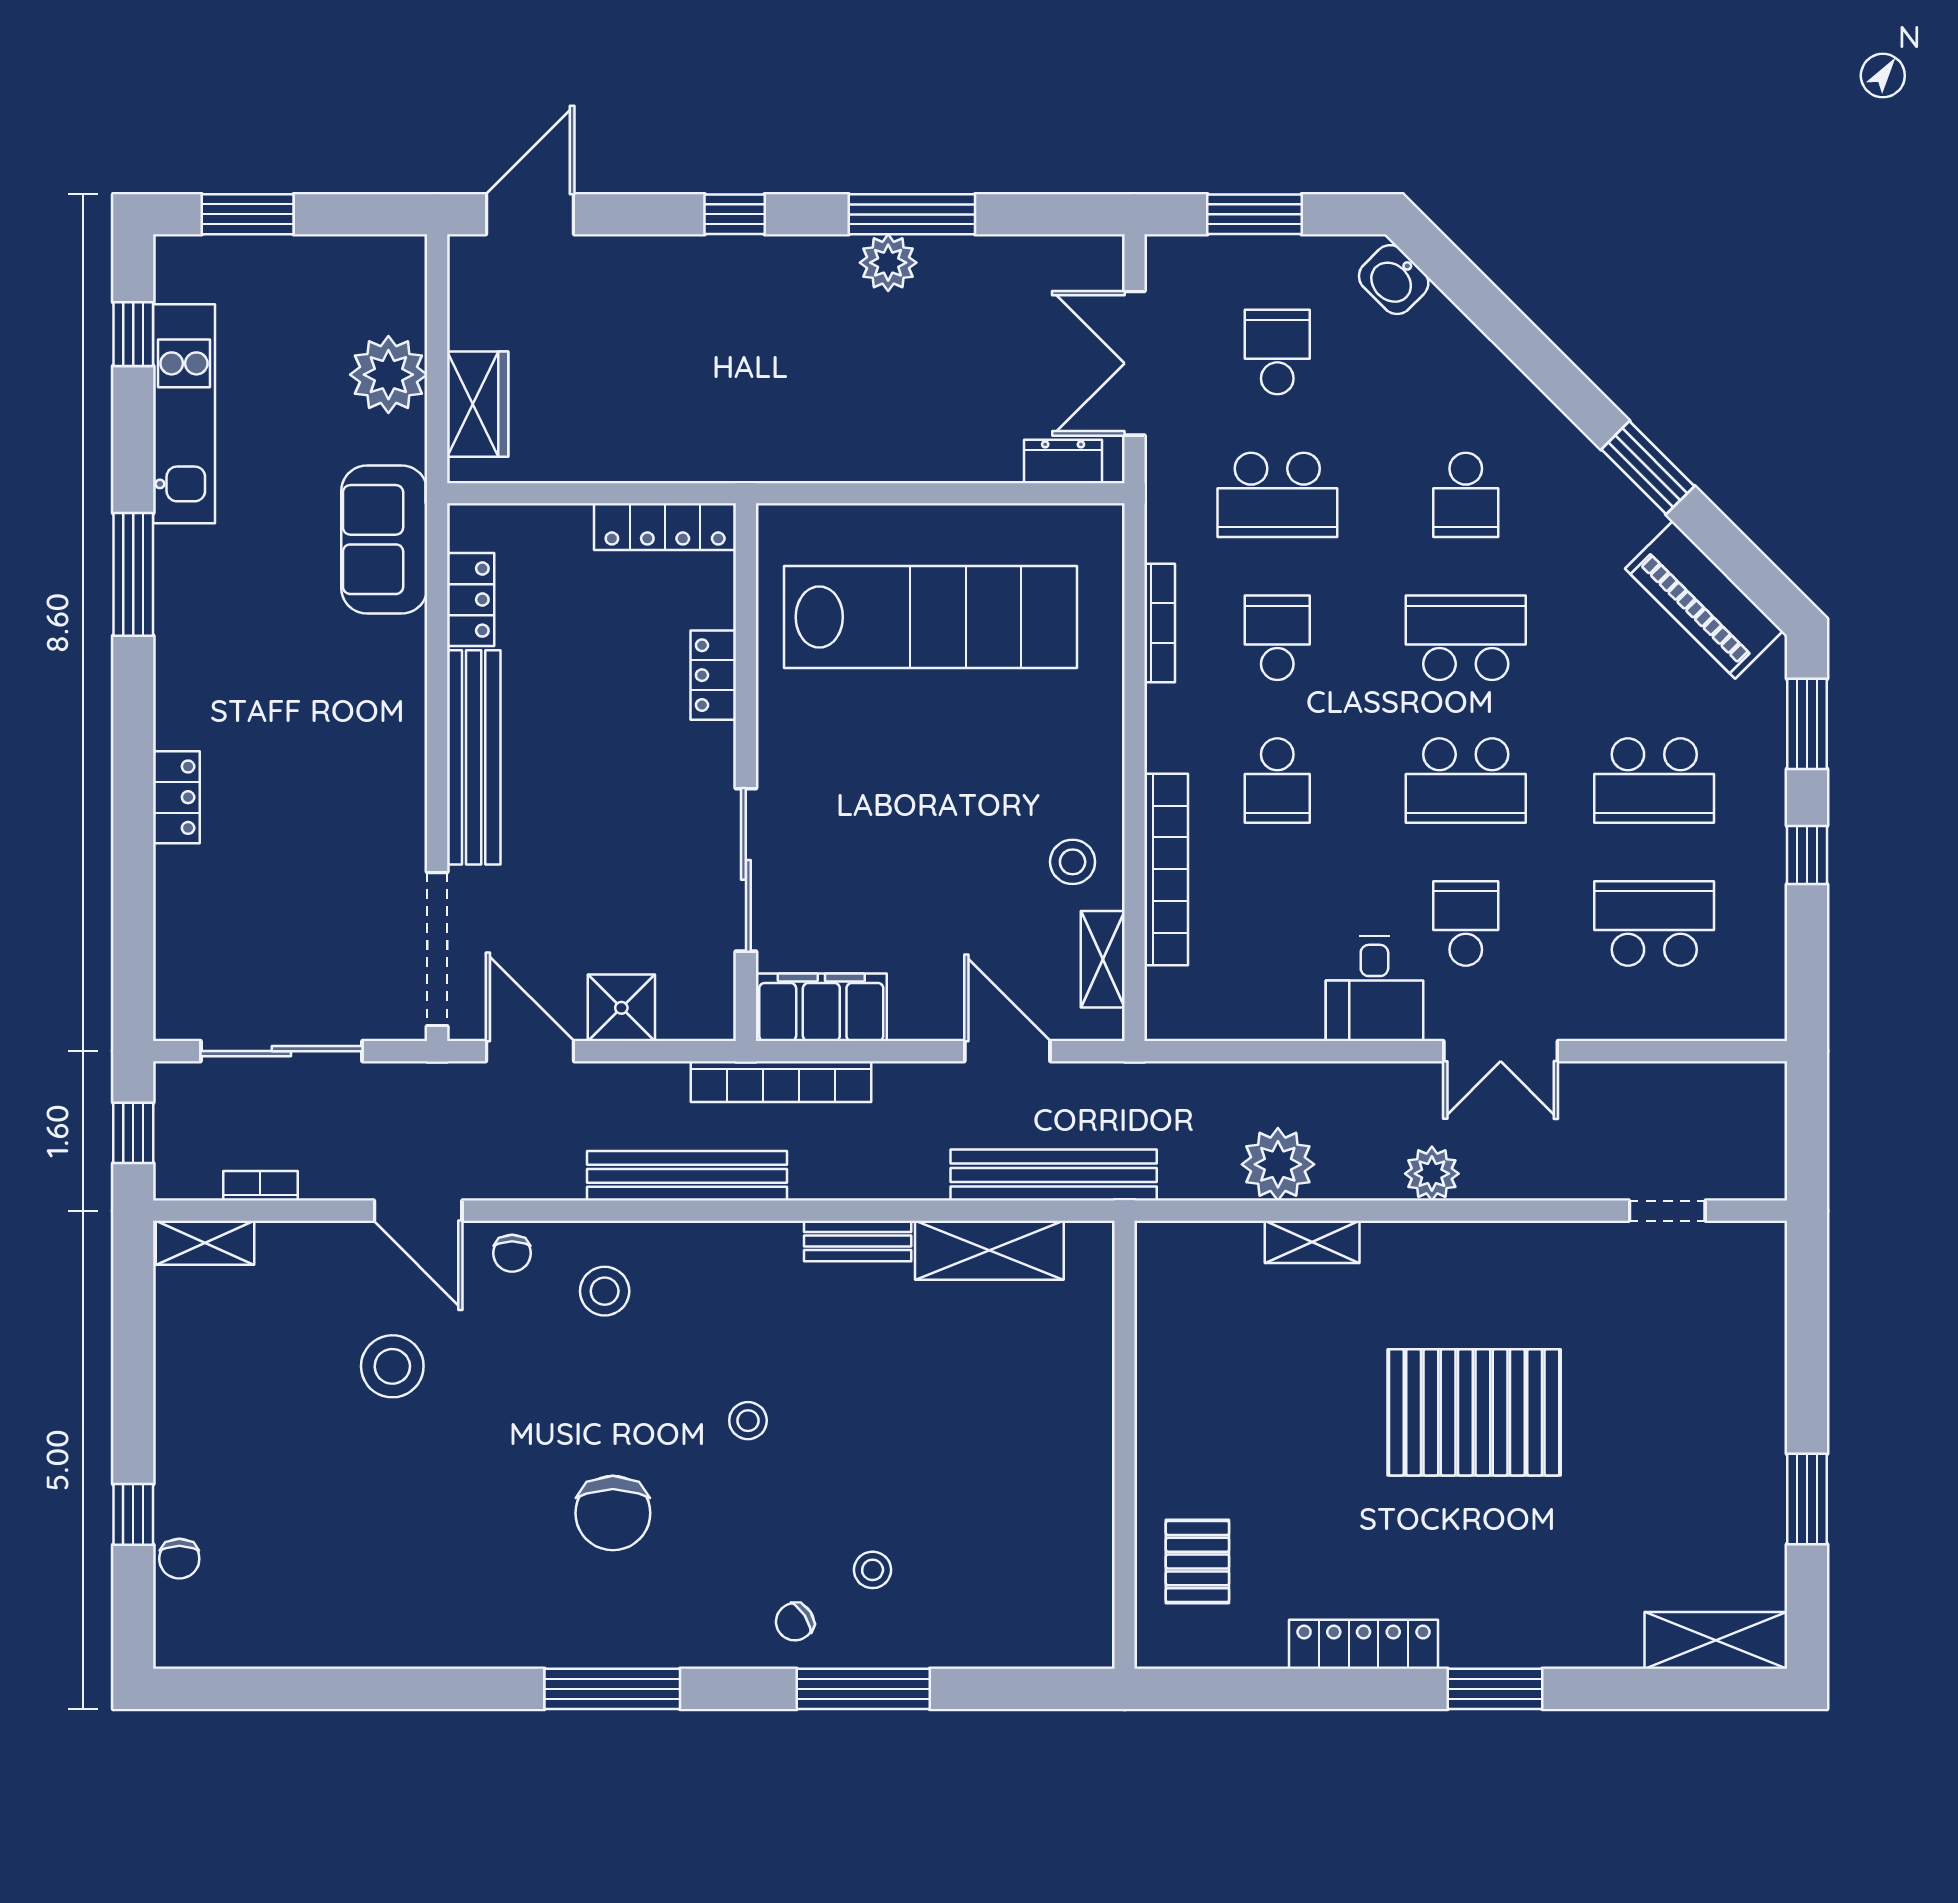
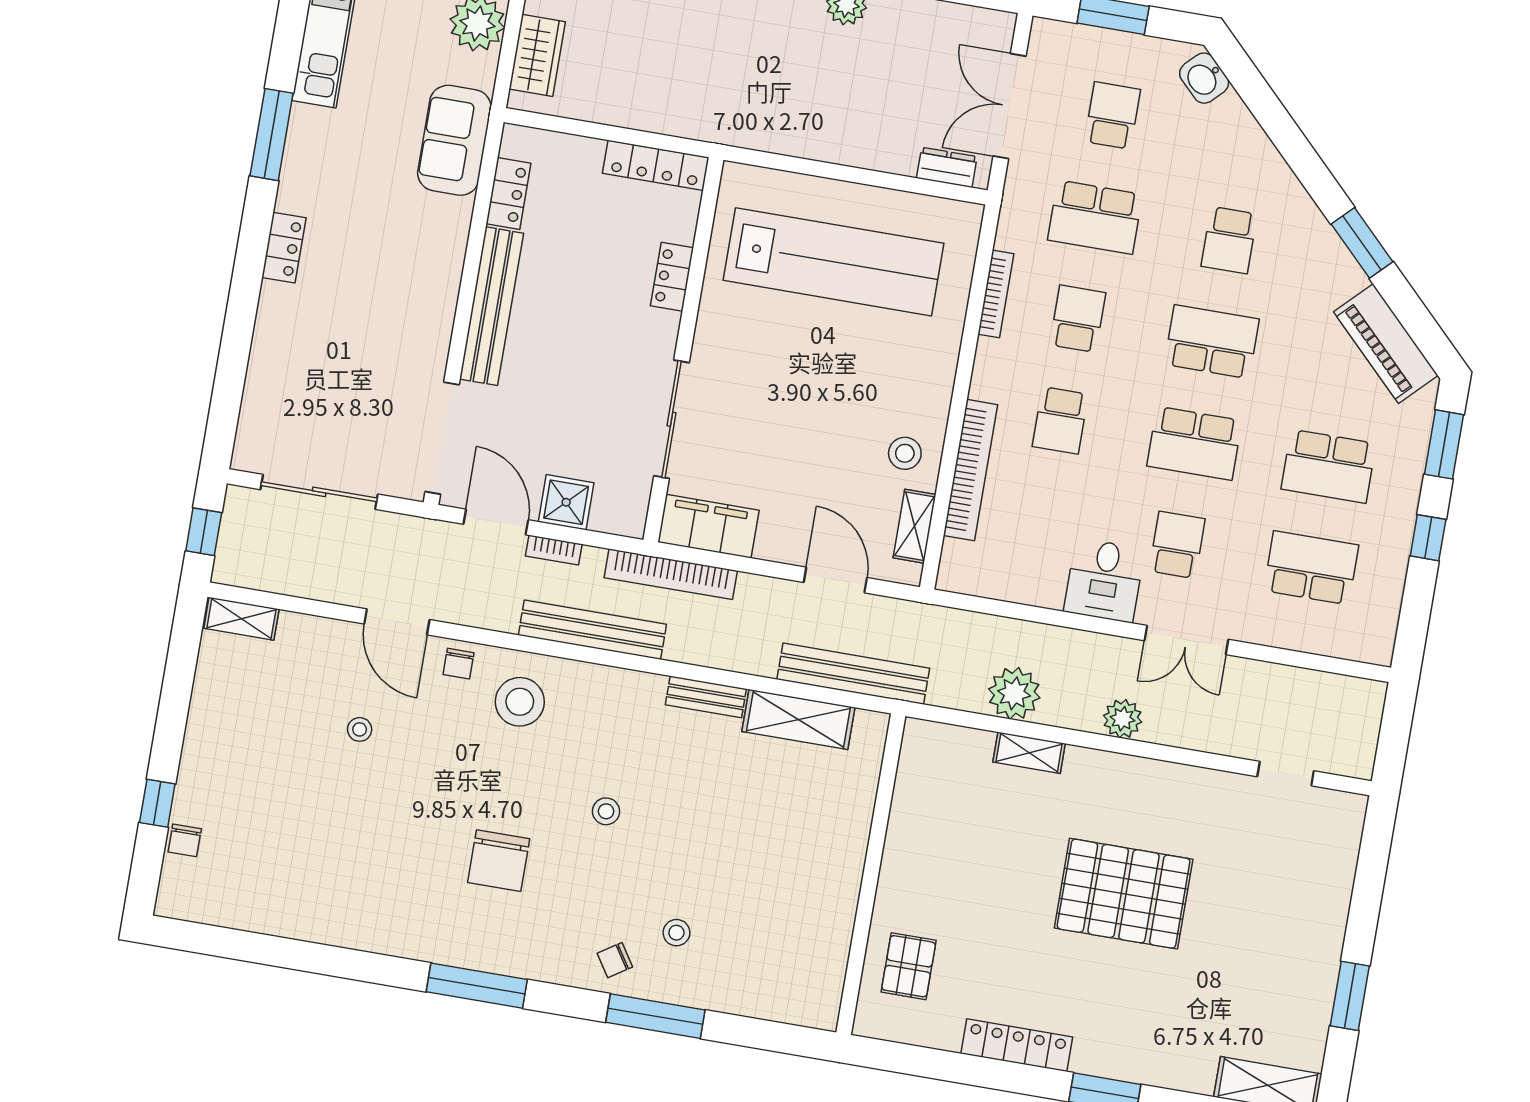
locker: (176, 797) -> (284, 248), moved
bookcase: (260, 1186) -> (554, 550), moved, turned 180
stool: (605, 1291) -> (520, 702), width x1.38, depth x1.38
stool: (392, 1366) -> (360, 729), width x0.53, depth x0.53

